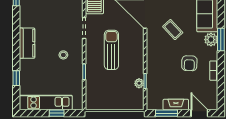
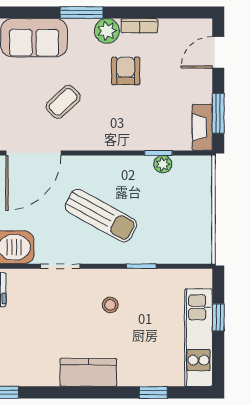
plant: (211, 40) -> (107, 31), moved
sun lounger: (111, 50) -> (101, 216), turned -151
armchair: (189, 63) -> (126, 71), turned -92
fireplace: (176, 105) -> (202, 127), moved

